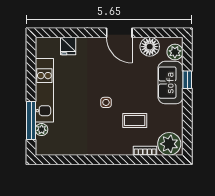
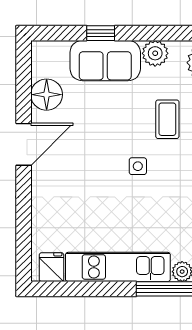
fridge: (68, 46) -> (51, 267), moved, turned -90
plant: (175, 52) -> (155, 53), moved

